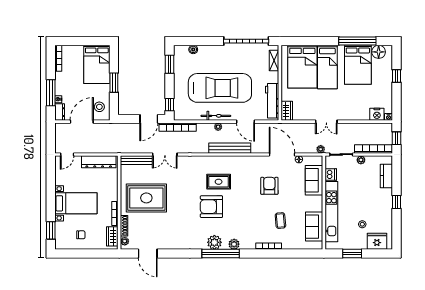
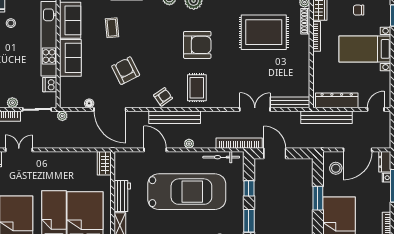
car: (220, 88) -> (187, 192), turned 180
workbench: (272, 101) -> (122, 196), moved, width x0.73
window: (170, 105) -> (249, 188), moved
bicycle: (216, 116) -> (221, 157), moved
door: (149, 119) -> (275, 153), hinge flipped
double door: (326, 122) -> (19, 150), moved
bench: (107, 148) -> (327, 117), added
armchair: (239, 165) -> (163, 97), added
sofa: (314, 180) -> (70, 58), moved
rug: (219, 182) -> (197, 88), moved, turned 90
armchair: (269, 186) -> (126, 71), turned 153
rug: (146, 198) -> (264, 32), moved

